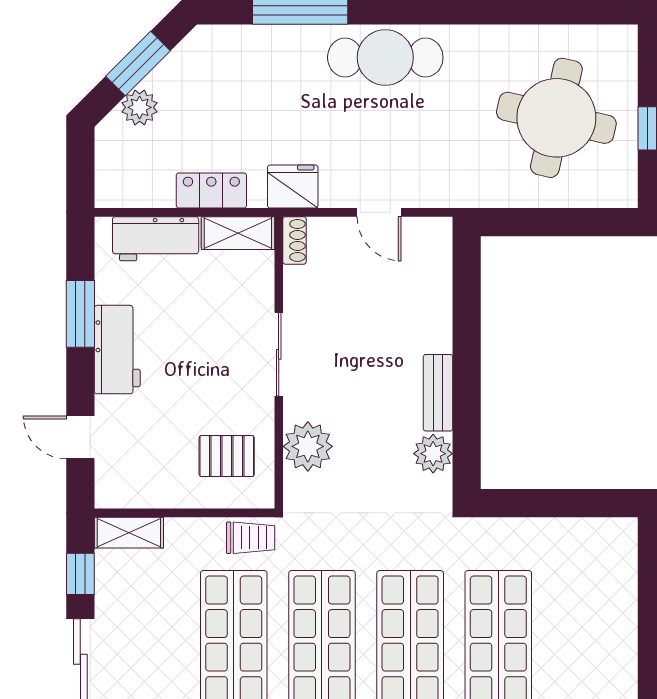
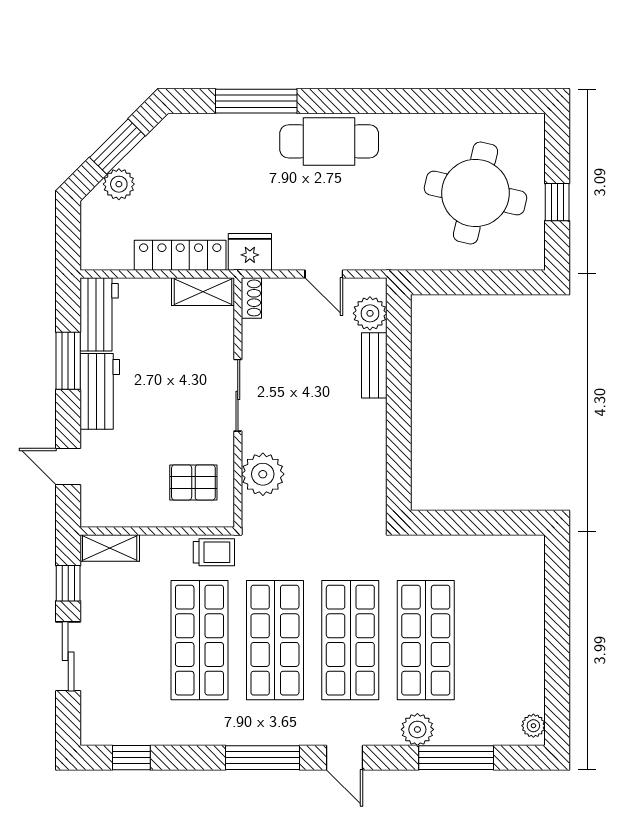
locker: (211, 191) -> (180, 255), width x1.53
workbench: (156, 239) -> (99, 314), moved, turned -90
bench: (438, 393) -> (374, 365), moved
plant: (433, 454) -> (370, 313), moved

